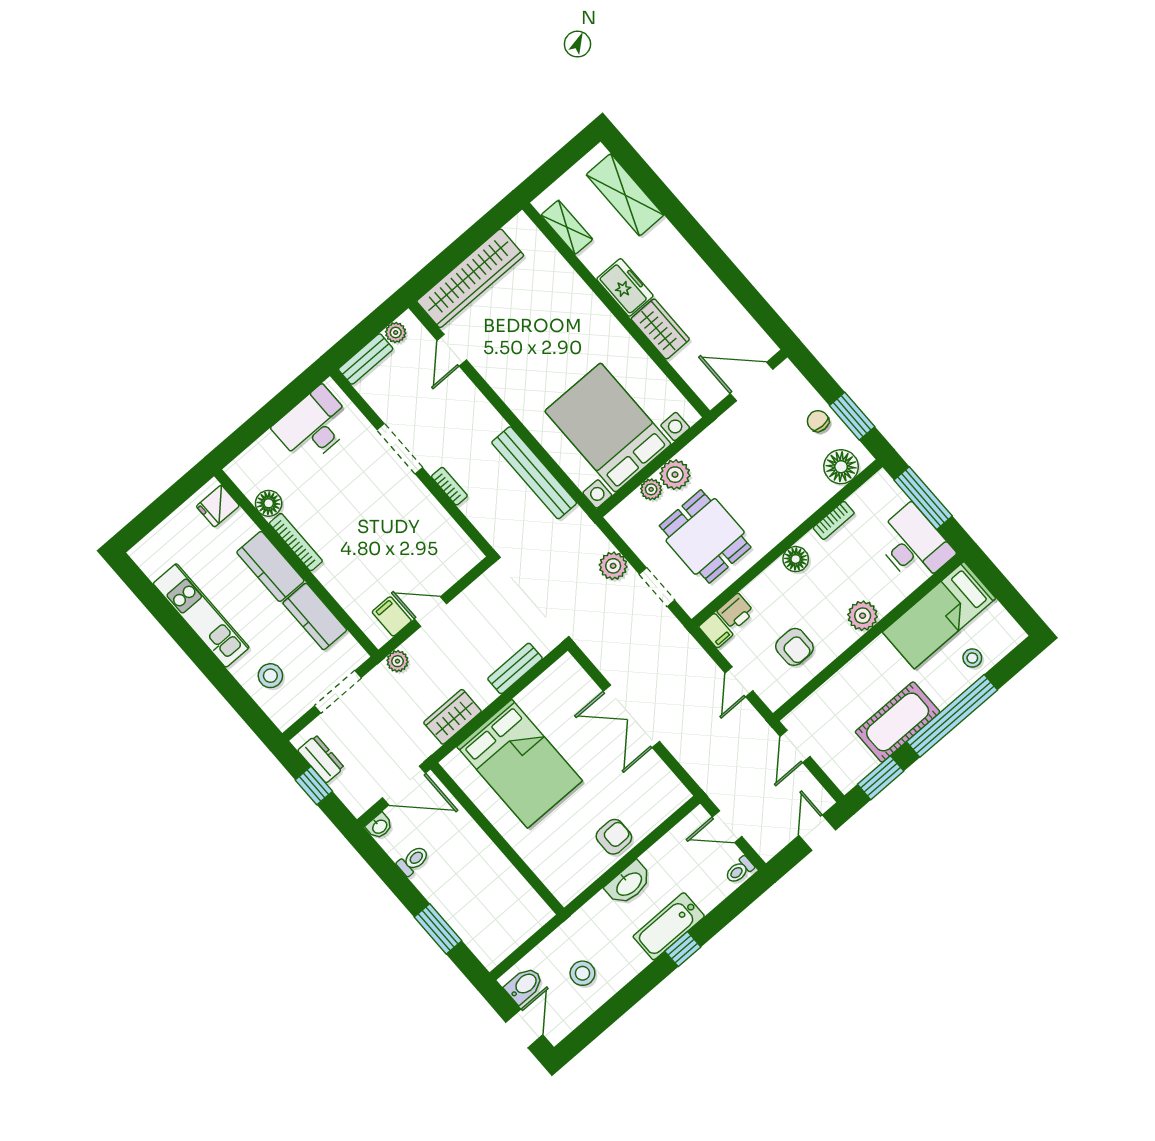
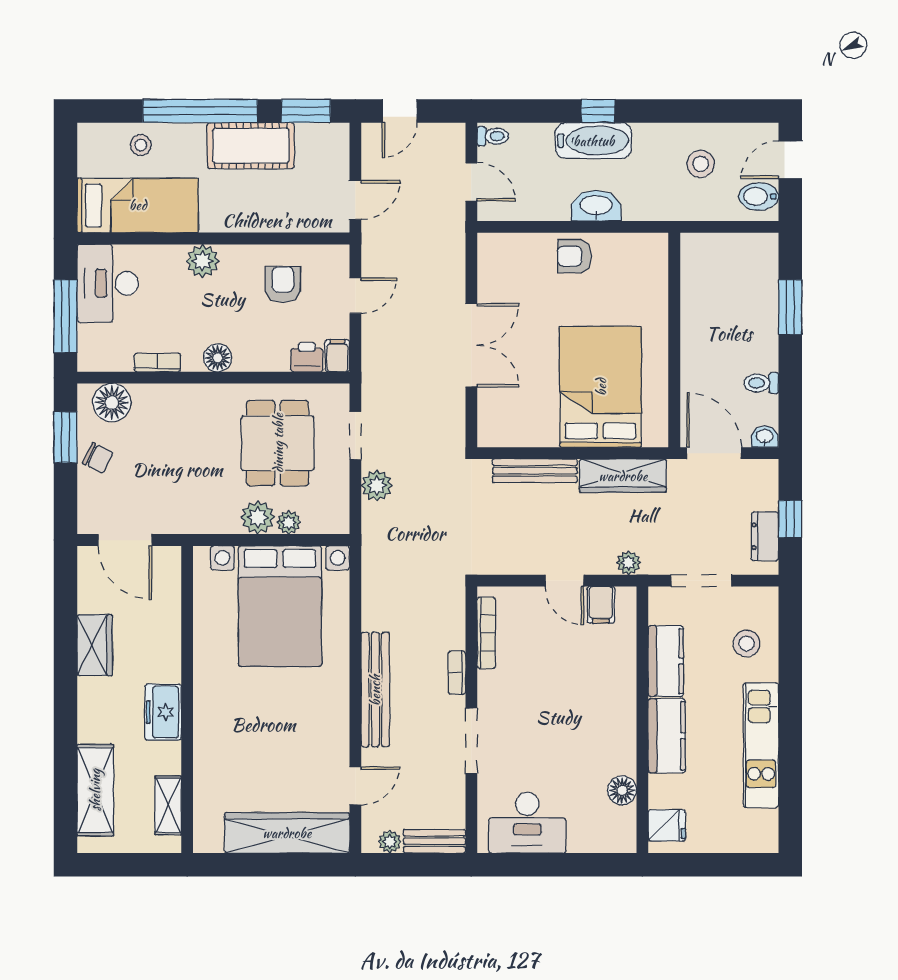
wardrobe: (660, 329) -> (95, 645), moved, turned 180
chair: (818, 421) -> (98, 458), turned -64
bench: (534, 473) -> (375, 690), moved
bookcase: (296, 542) -> (486, 633), moved, turned 180
bench: (515, 668) -> (535, 471), width x1.36
wardrobe: (452, 717) -> (623, 476), width x1.50

